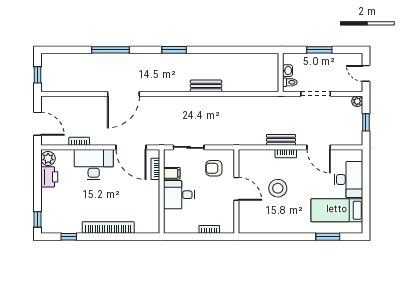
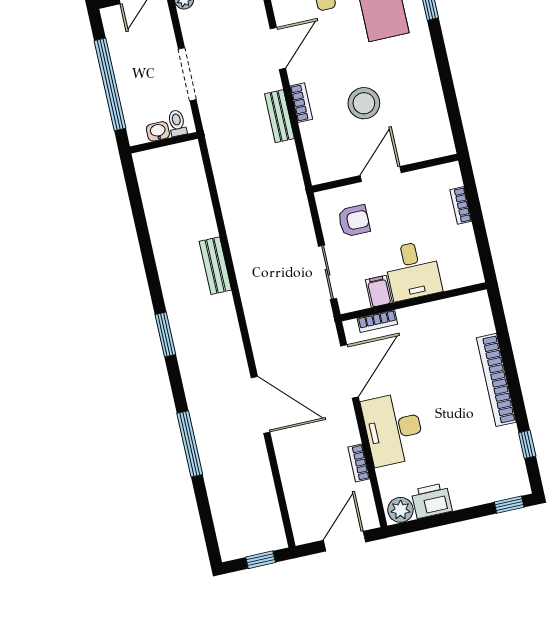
window: (319, 50) -> (110, 84), width x2.11
armchair: (214, 168) -> (354, 221), turned -90

